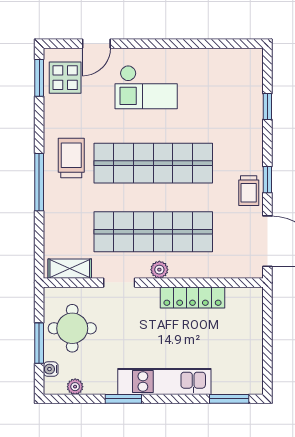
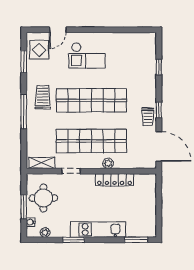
window: (39, 78) -> (24, 62), moved
plant: (159, 270) -> (108, 163), moved

